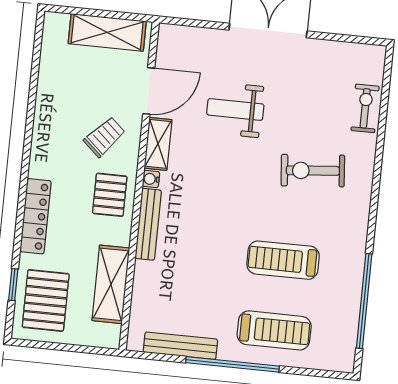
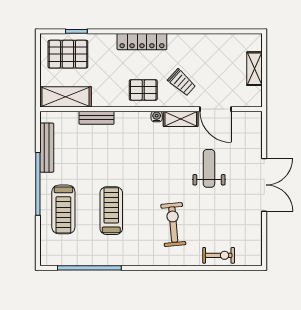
shelving: (107, 32) -> (255, 69), width x0.67, depth x0.75
locker: (35, 216) -> (142, 42), moved
bench: (148, 224) -> (97, 118), moved, width x0.73
shelving: (111, 284) -> (66, 97), moved

